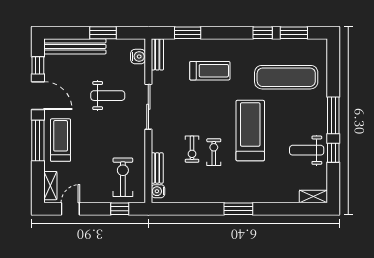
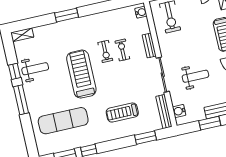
bench: (157, 54) -> (164, 112), width x1.36
weight bench: (108, 96) -> (195, 76), turned 180
treadmill: (250, 131) -> (81, 74), turned 180
bench: (157, 168) -> (149, 46), moved
window: (238, 209) -> (66, 15), moved

